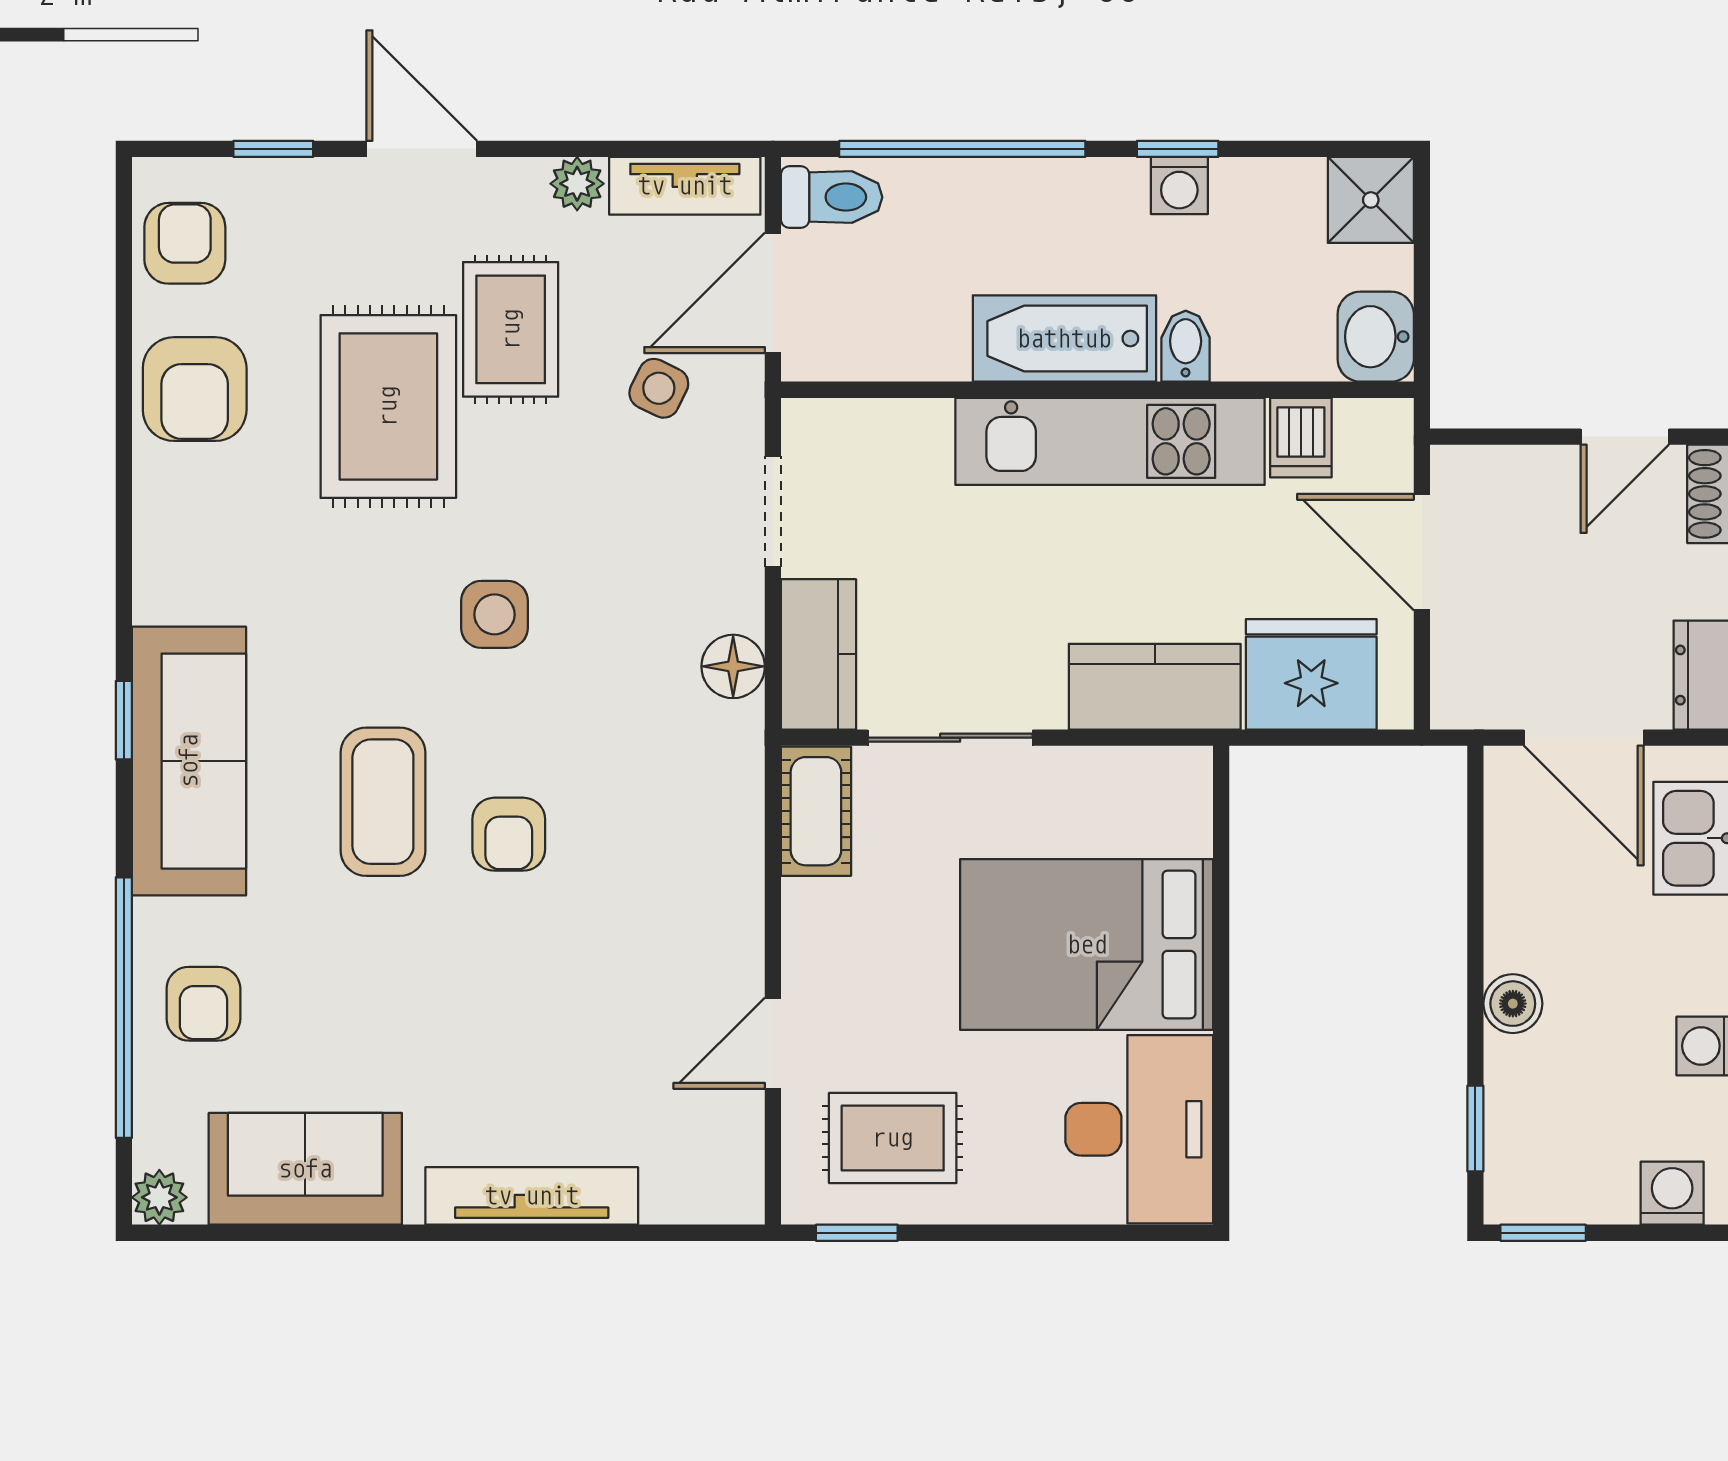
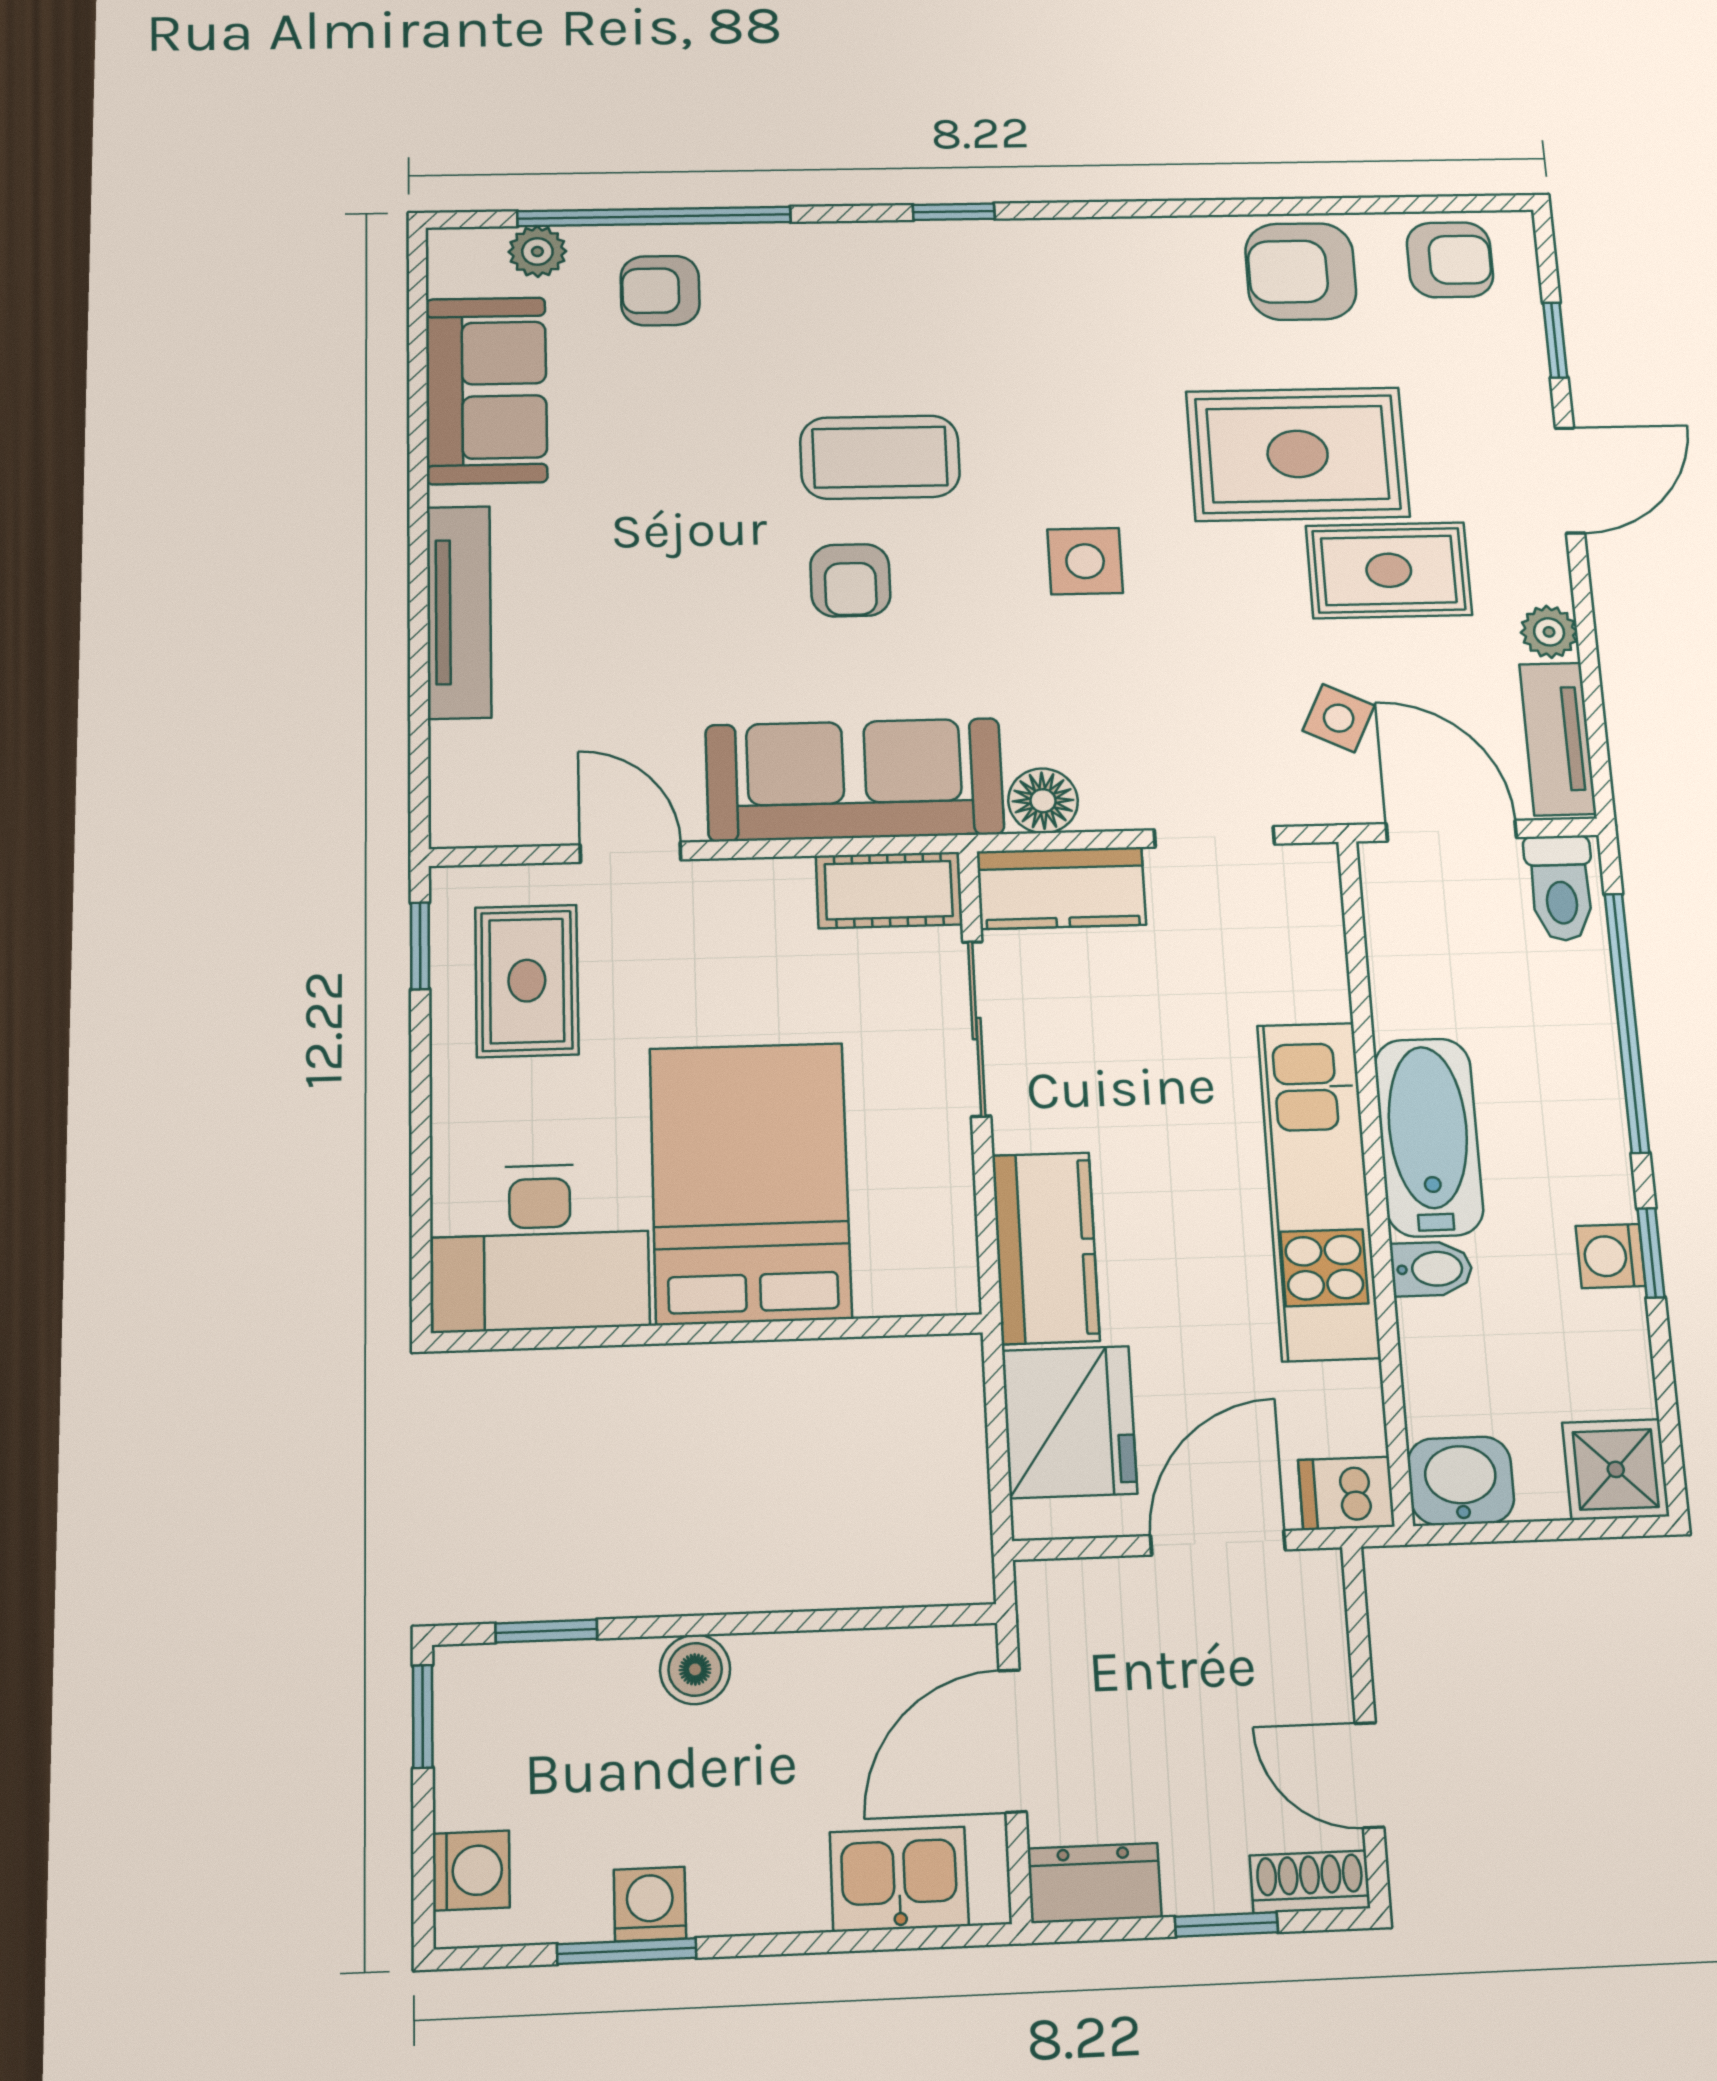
dishwasher: (1301, 438) -> (1346, 1493), moved
sofa: (189, 761) -> (855, 780), moved, turned 180
armchair: (509, 834) -> (850, 580), turned -90
plant: (159, 1197) -> (537, 251), moved

